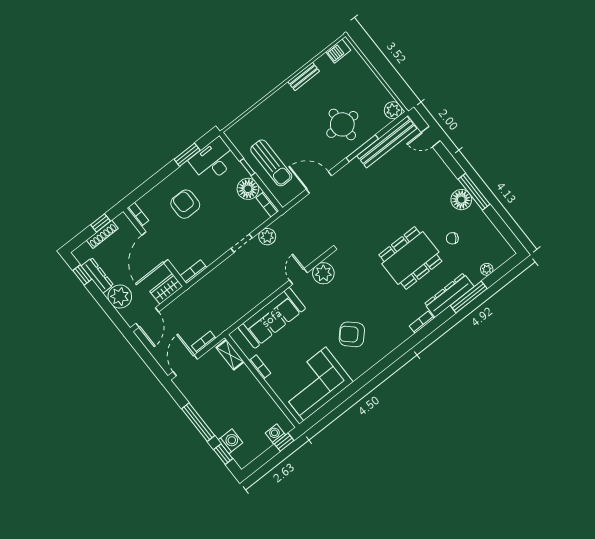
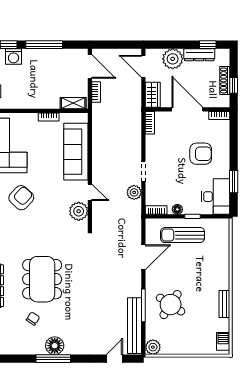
round table: (342, 124) -> (171, 305), turned 33
floor lamp: (248, 189) -> (177, 209), width x0.53, depth x0.53

